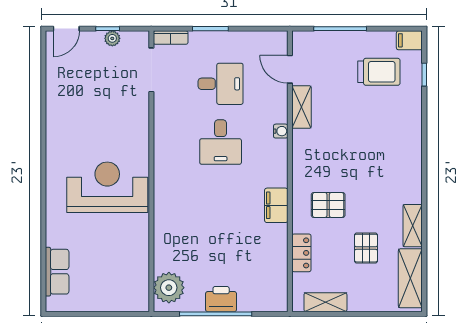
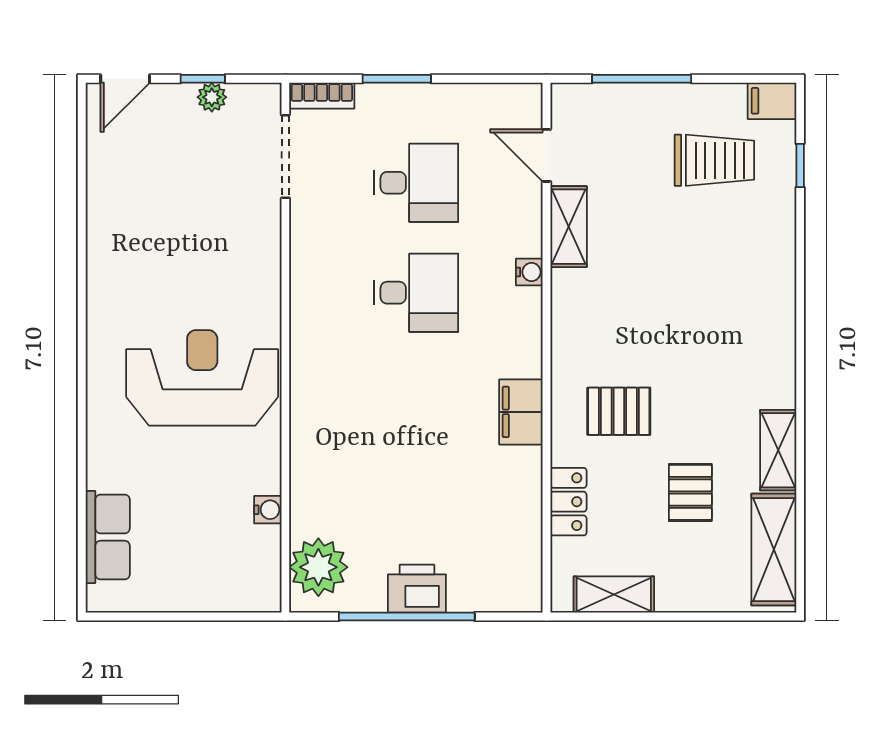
desk: (221, 142) -> (416, 293), turned -90
water cooler: (142, 257) -> (268, 510), added

